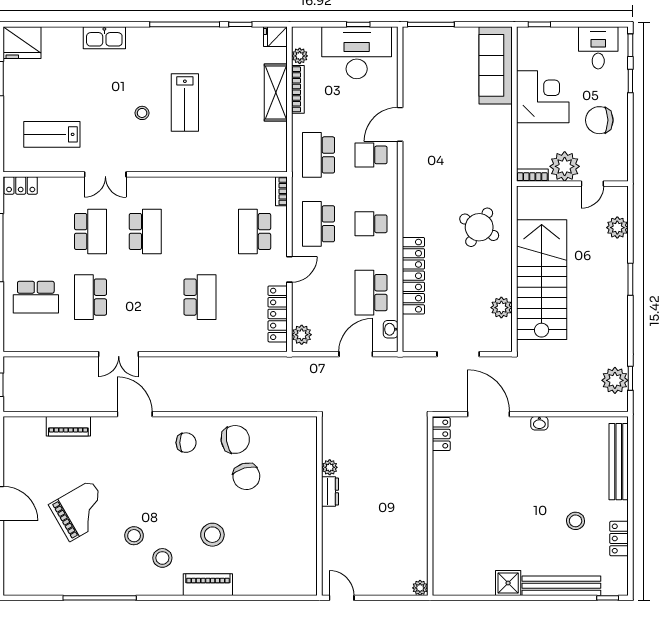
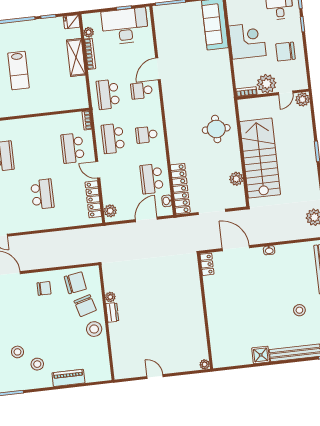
round table: (479, 227) -> (216, 129), turned -30
plant: (617, 228) -> (303, 99), moved
door: (289, 269) -> (98, 170), swing flipped
locker: (413, 276) -> (180, 189), moved
plant: (330, 467) -> (110, 297), moved
dresser: (330, 492) -> (112, 312), moved
wall: (319, 506) -> (107, 322), moved
stool: (212, 535) -> (94, 329), moved

